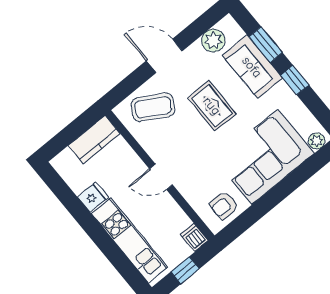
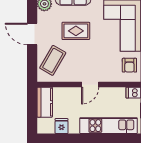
door: (164, 56) -> (32, 34), hinge flipped
fridge: (93, 197) -> (62, 126), moved

